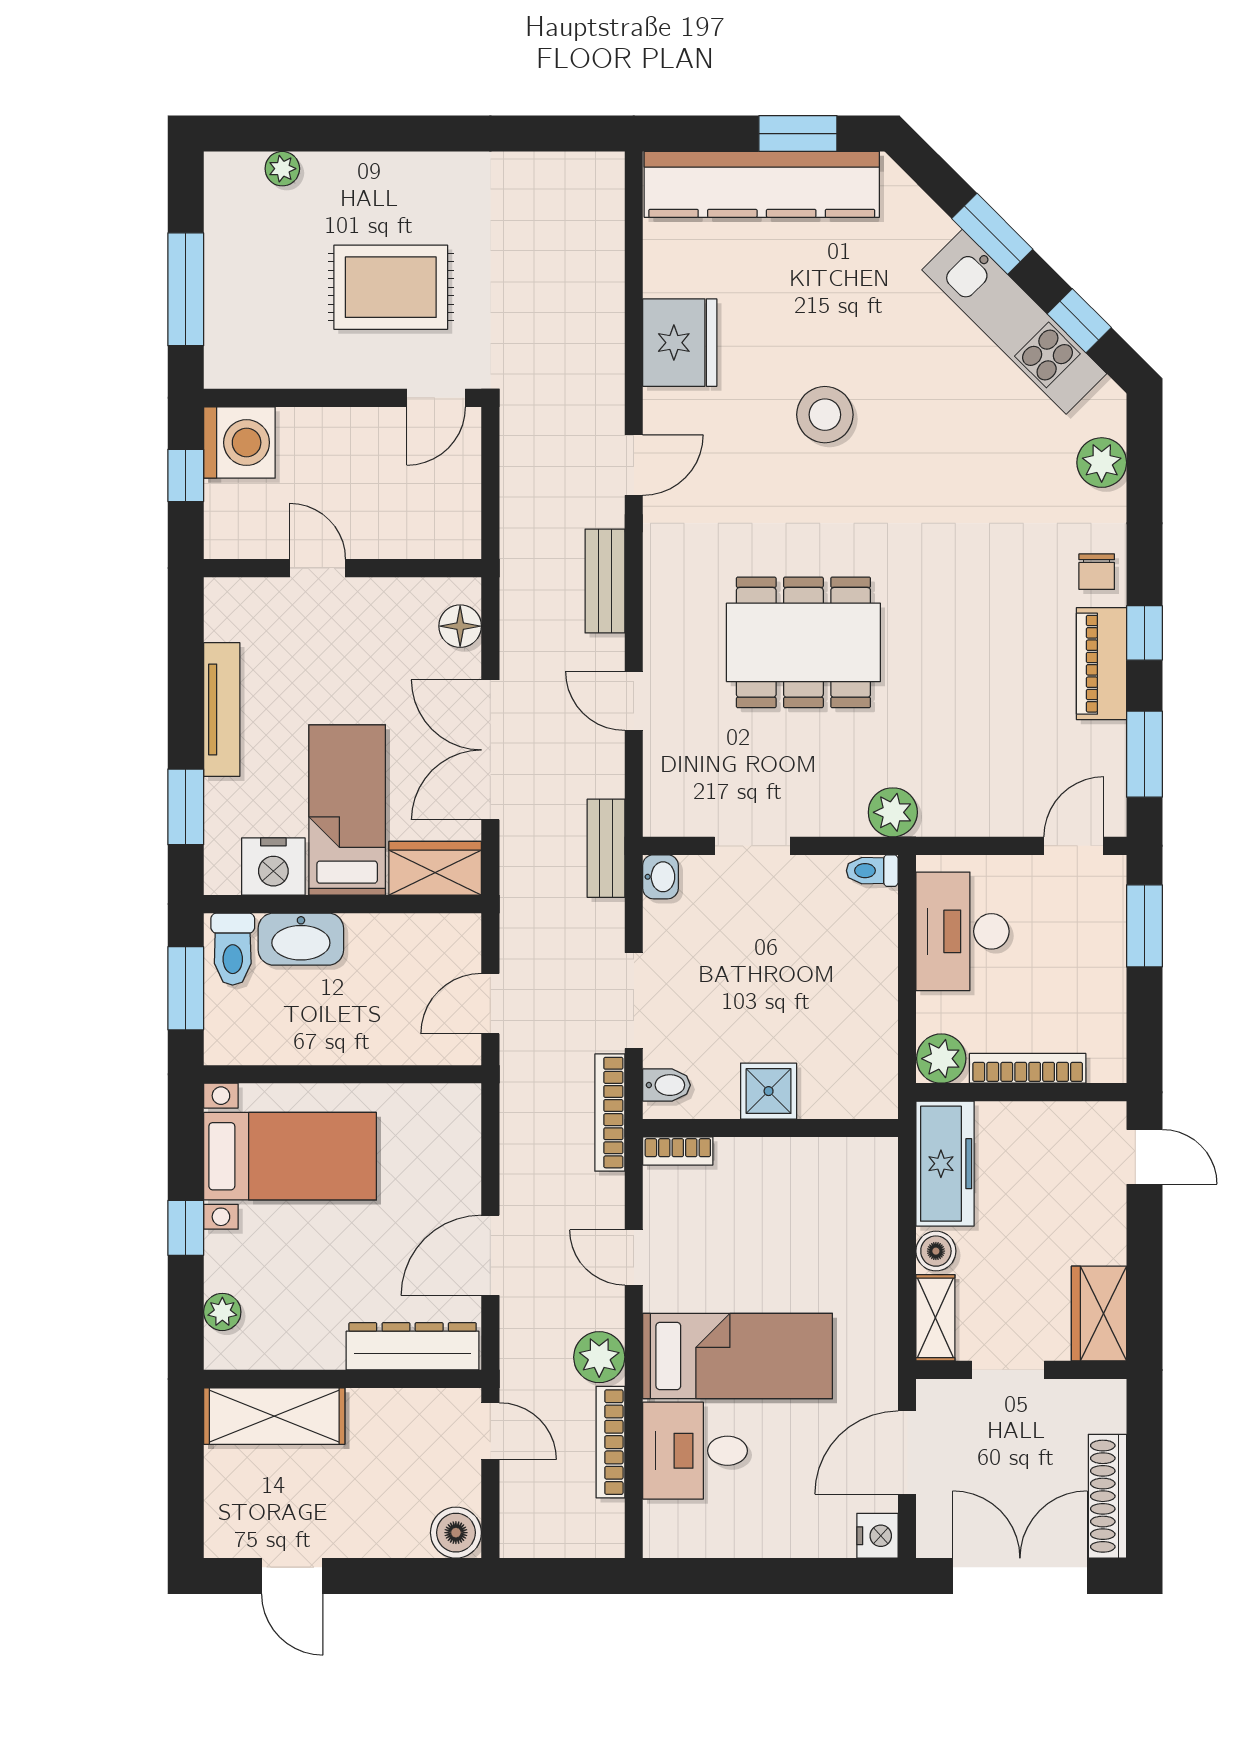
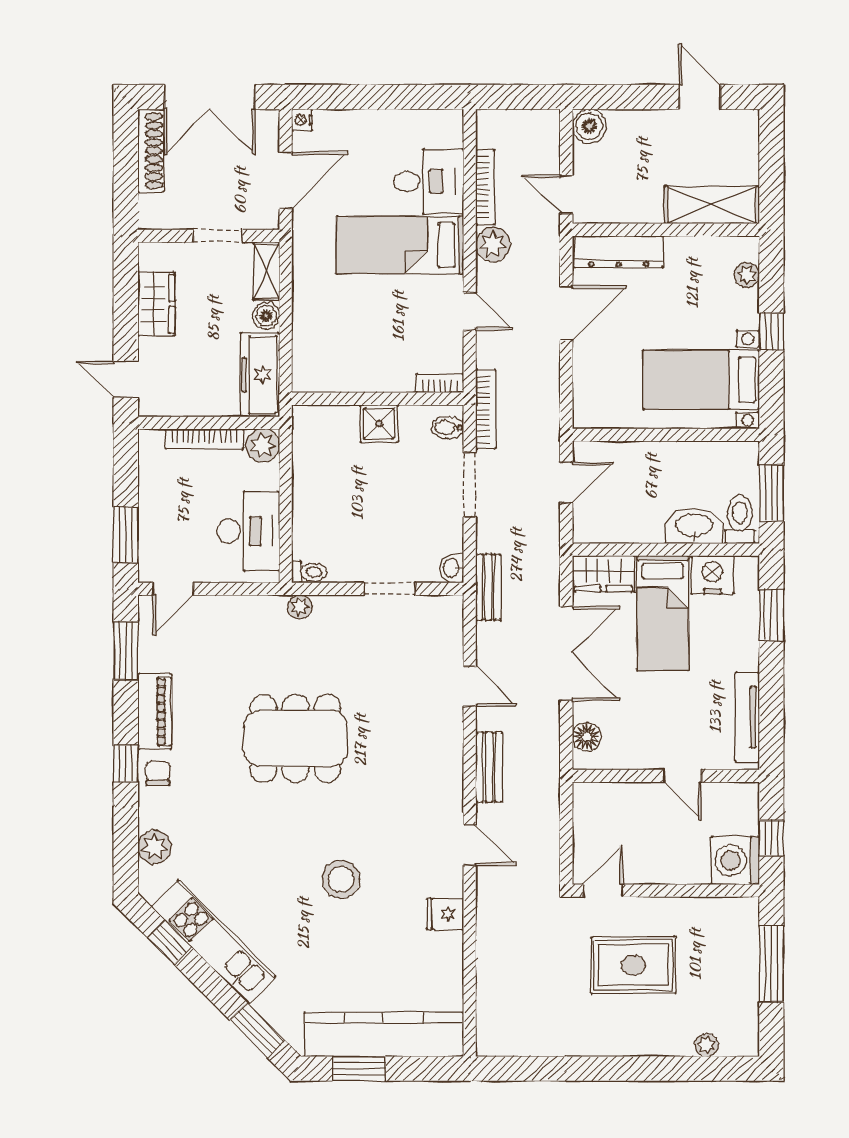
window: (992, 234) -> (257, 1030), moved
fridge: (680, 343) -> (445, 914), width x0.53, depth x0.75
door: (634, 465) -> (470, 845), swing flipped
window: (1144, 633) -> (126, 764), moved
dining table: (803, 642) -> (295, 739), moved
tv unit: (222, 709) -> (747, 717), moved
plant: (893, 812) -> (300, 607), width x0.73, depth x0.73
wardrobe: (1099, 1313) -> (156, 304), moved
nightstand: (877, 1536) -> (302, 120), width x0.72, depth x0.74

